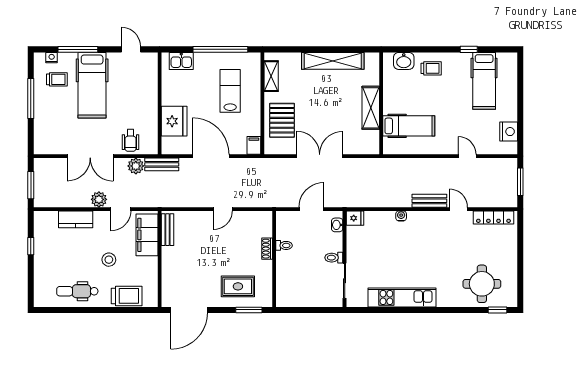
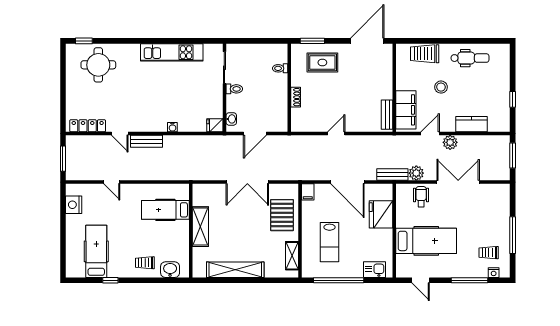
hospital bed: (92, 85) -> (426, 241), moved, turned 90
toilet: (284, 245) -> (280, 68), moved

